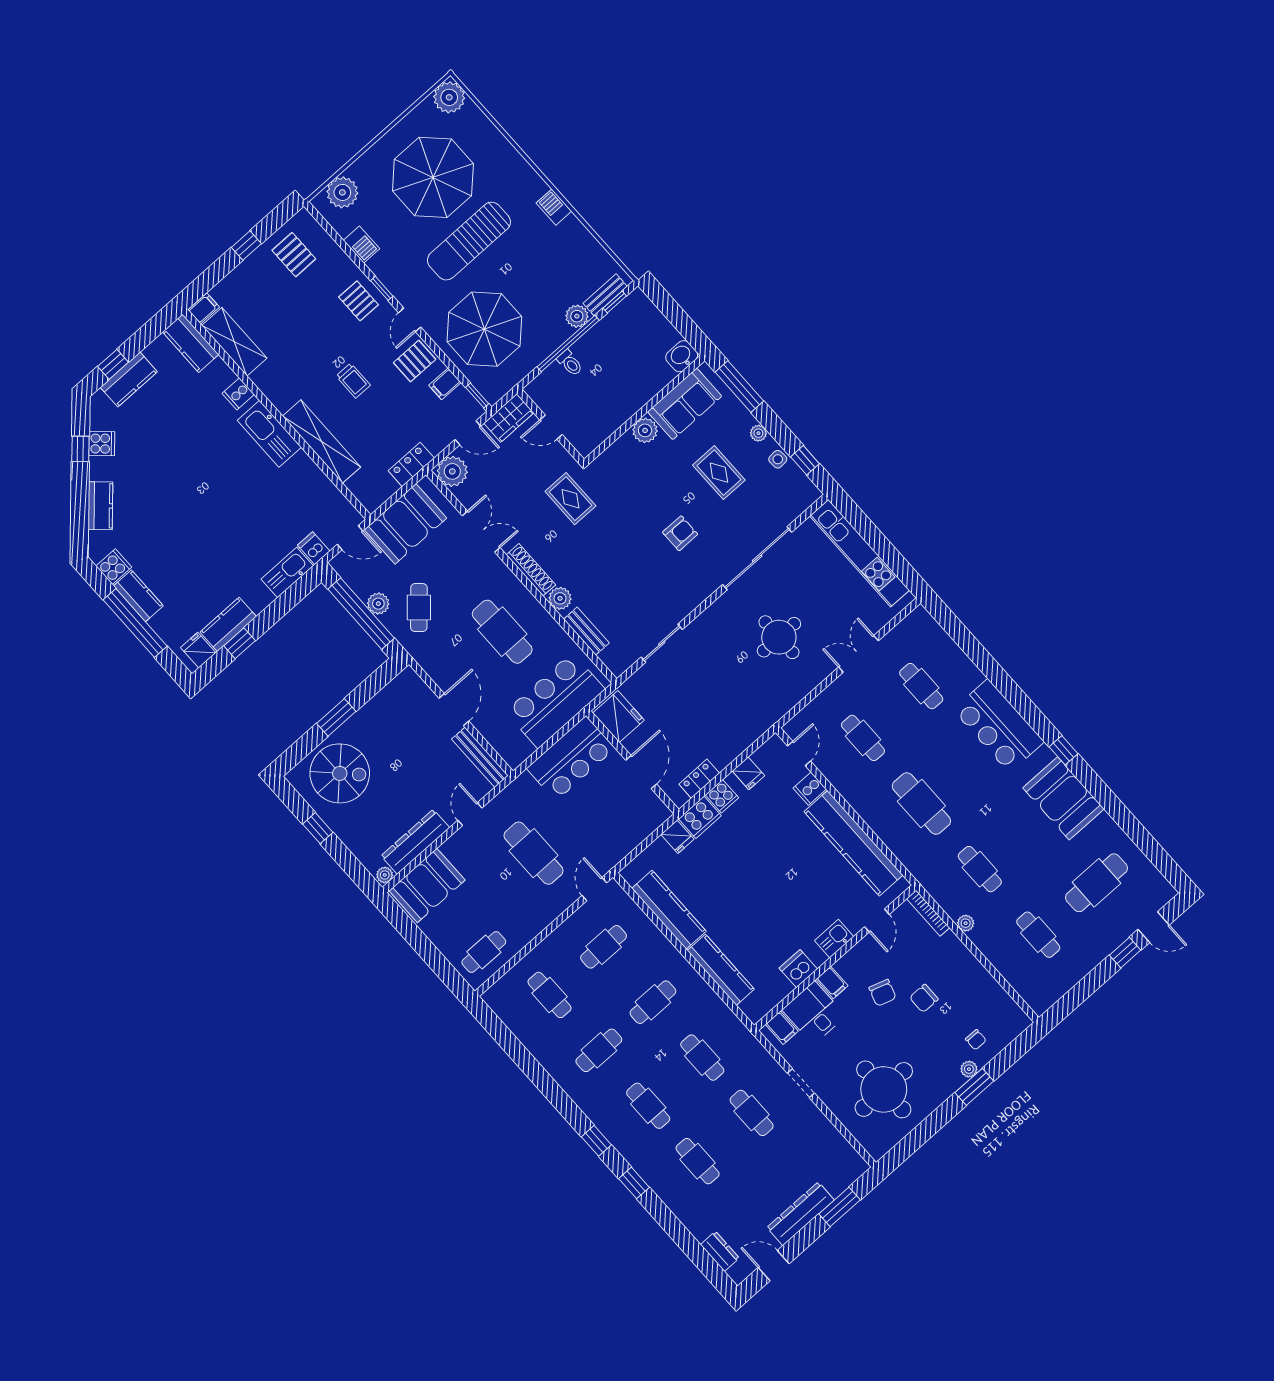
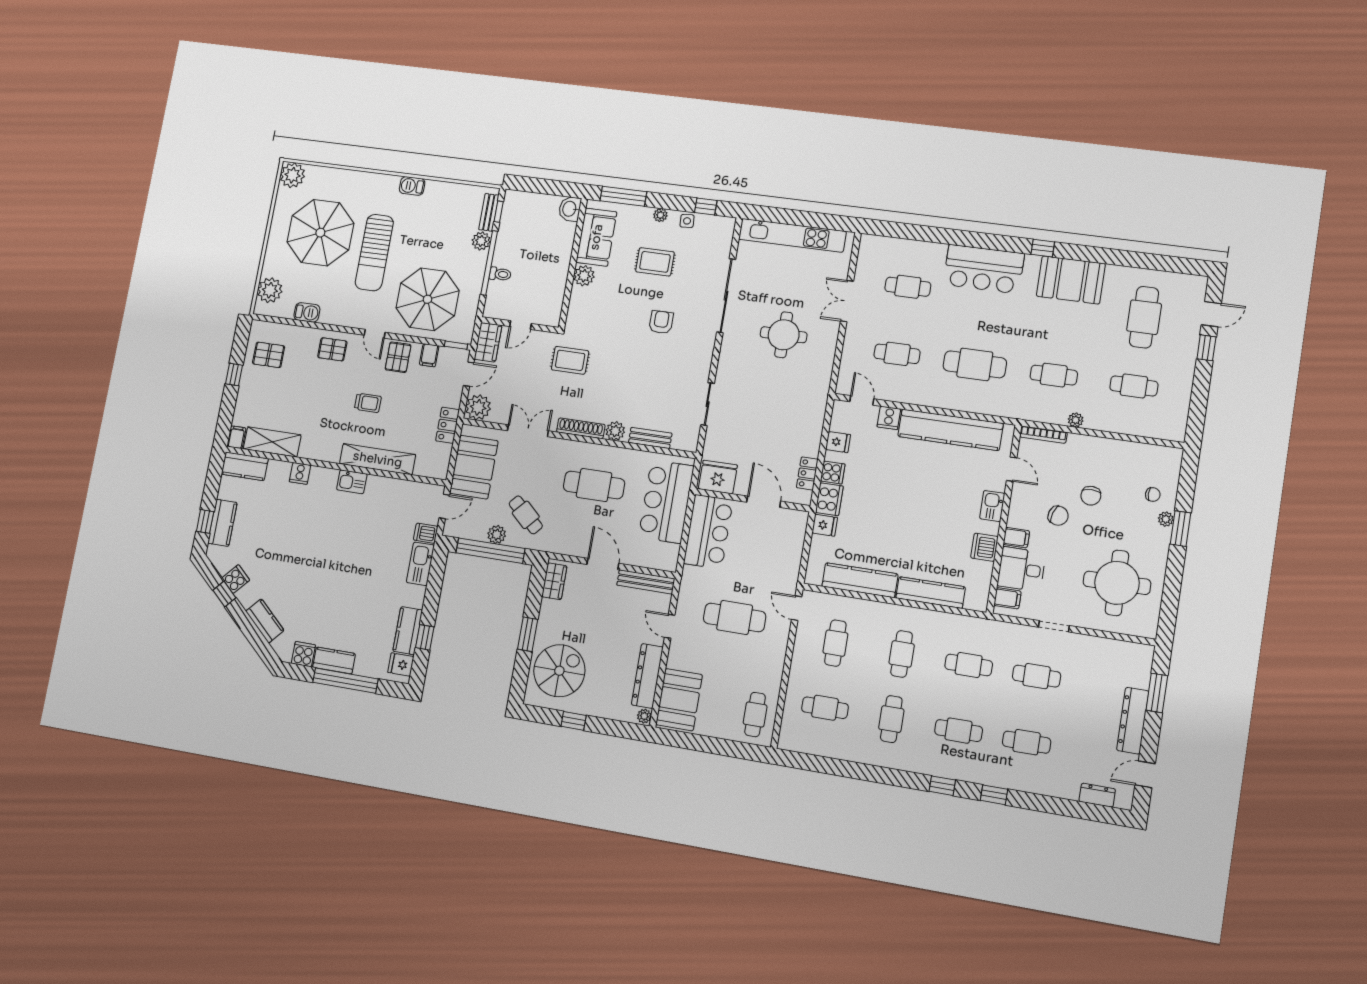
window: (382, 288) -> (341, 329), removed
kitchen sink: (269, 434) -> (352, 482), width x0.53, depth x0.81
wardrobe: (398, 689) -> (554, 581), added

